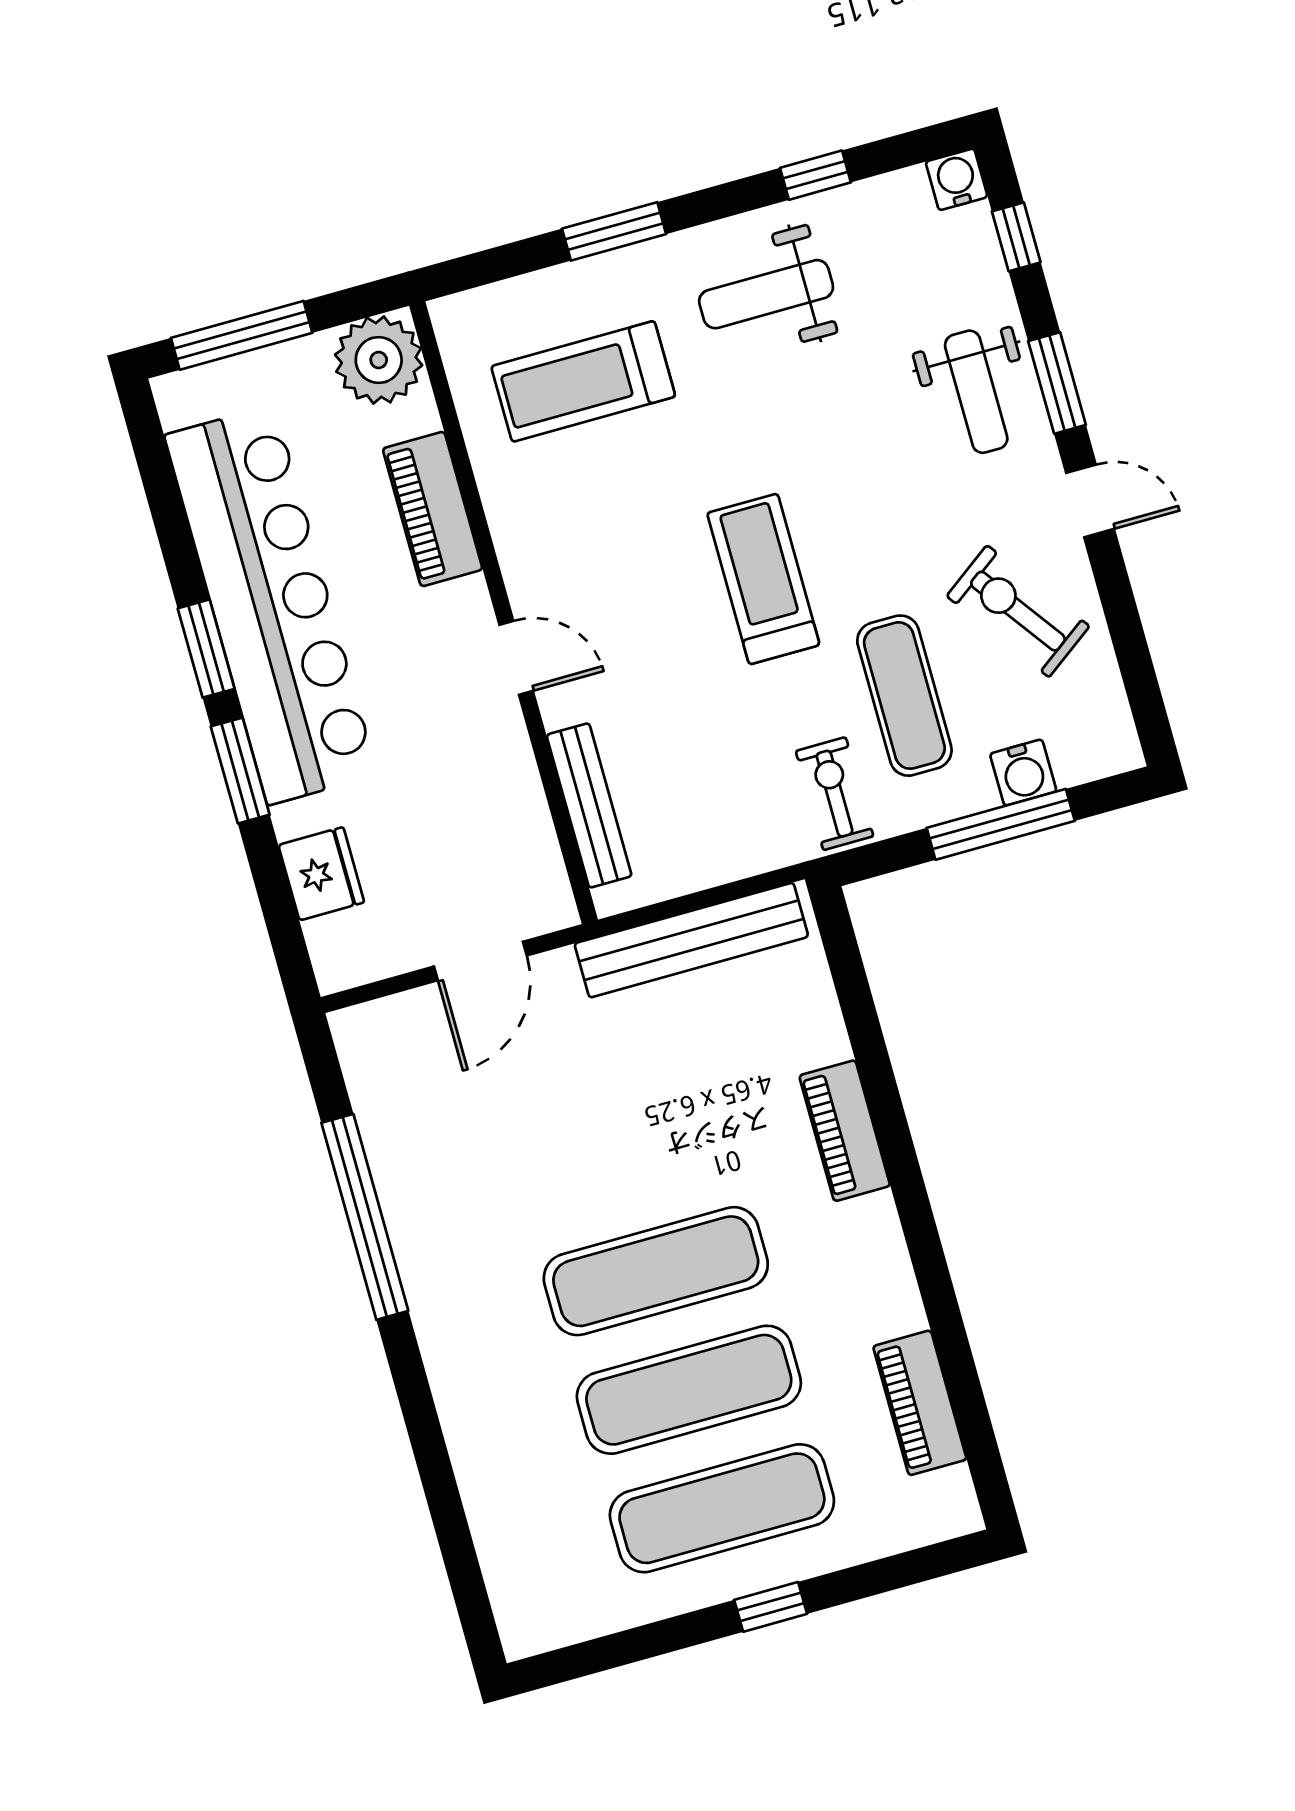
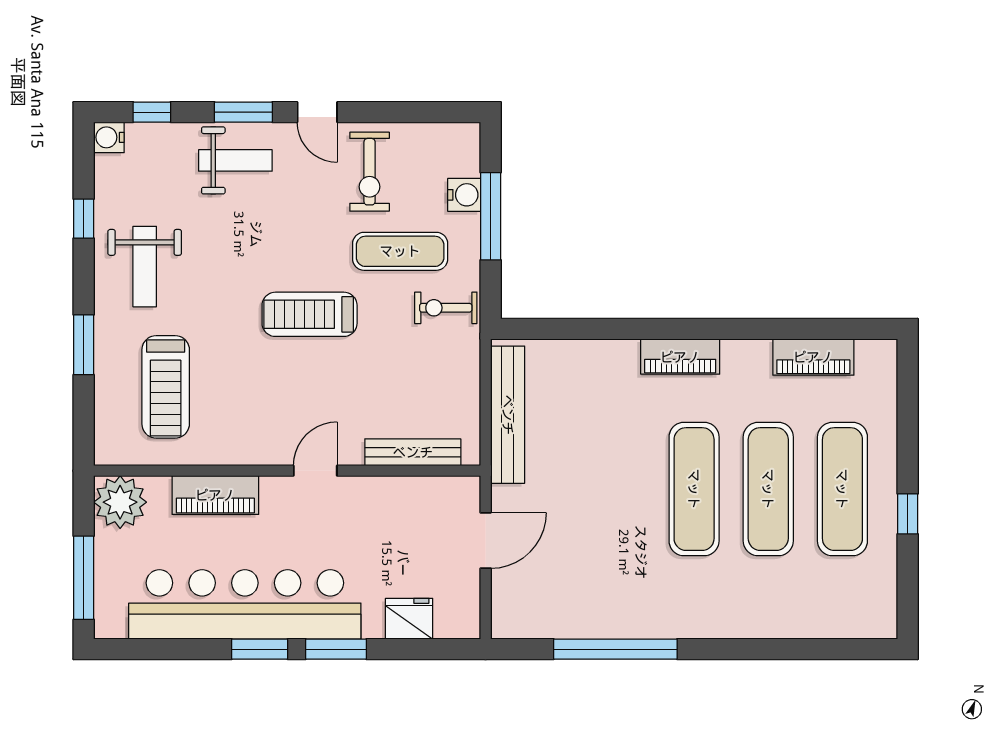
door: (1090, 501) -> (317, 112), swing flipped
exercise bike: (1018, 611) -> (370, 172), turned -54
door: (480, 961) -> (486, 541), hinge flipped
piano: (845, 1131) -> (680, 357), moved
window: (771, 1607) -> (908, 514), moved

